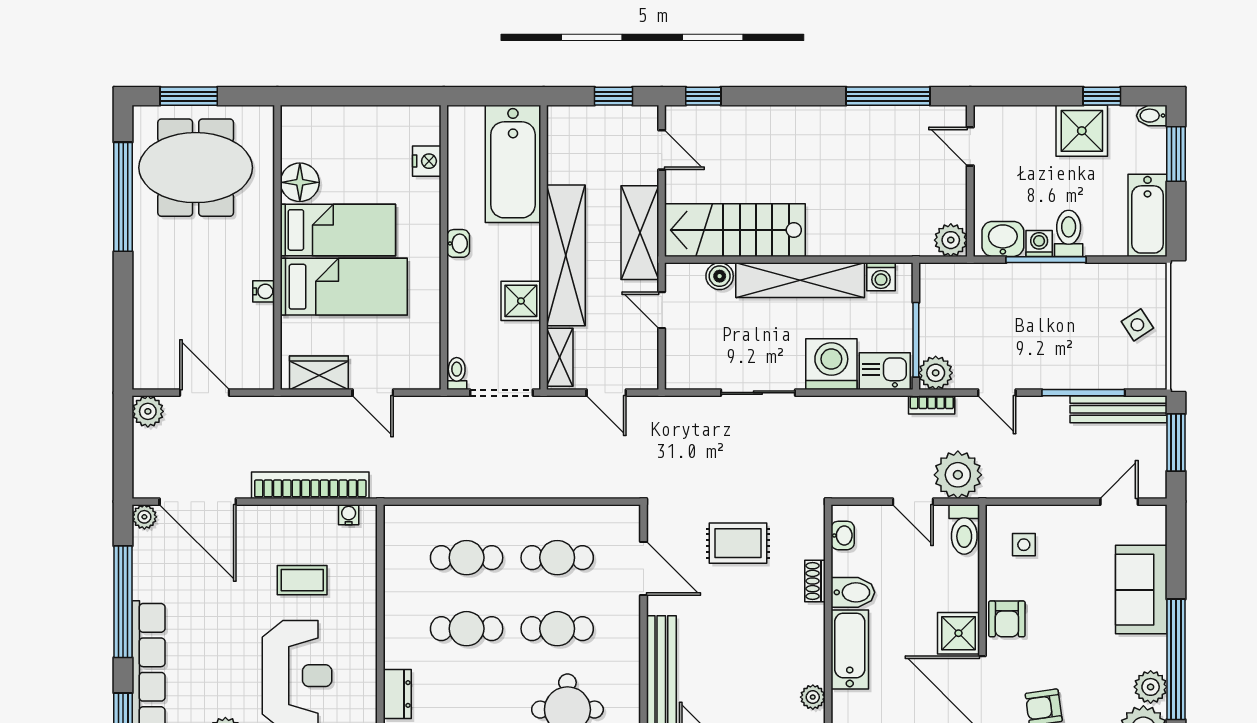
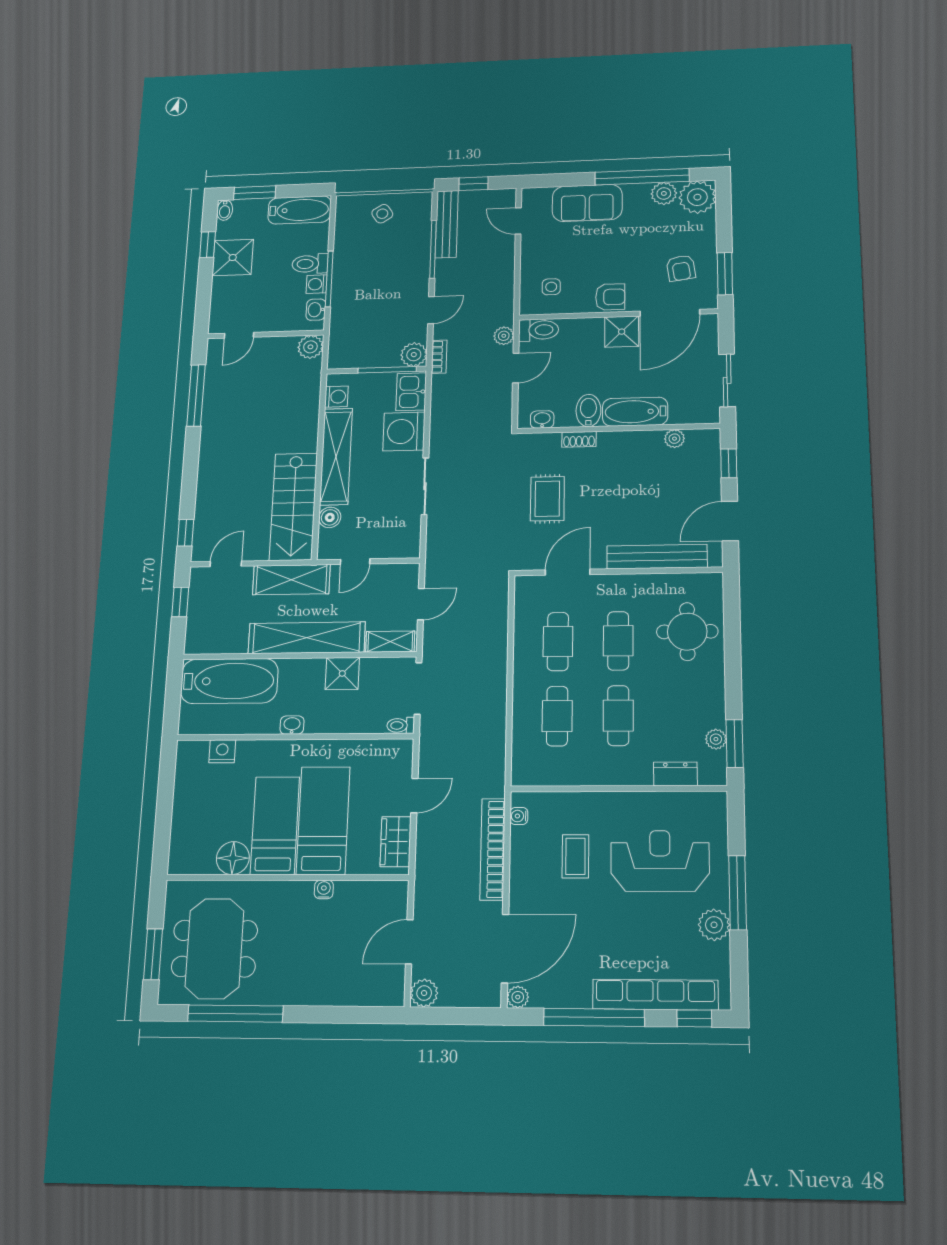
washbasin: (1003, 239) -> (316, 310), width x0.72, depth x0.69
window: (1176, 442) -> (473, 184), width x0.67
plant: (958, 475) -> (504, 336), width x0.53, depth x0.53

